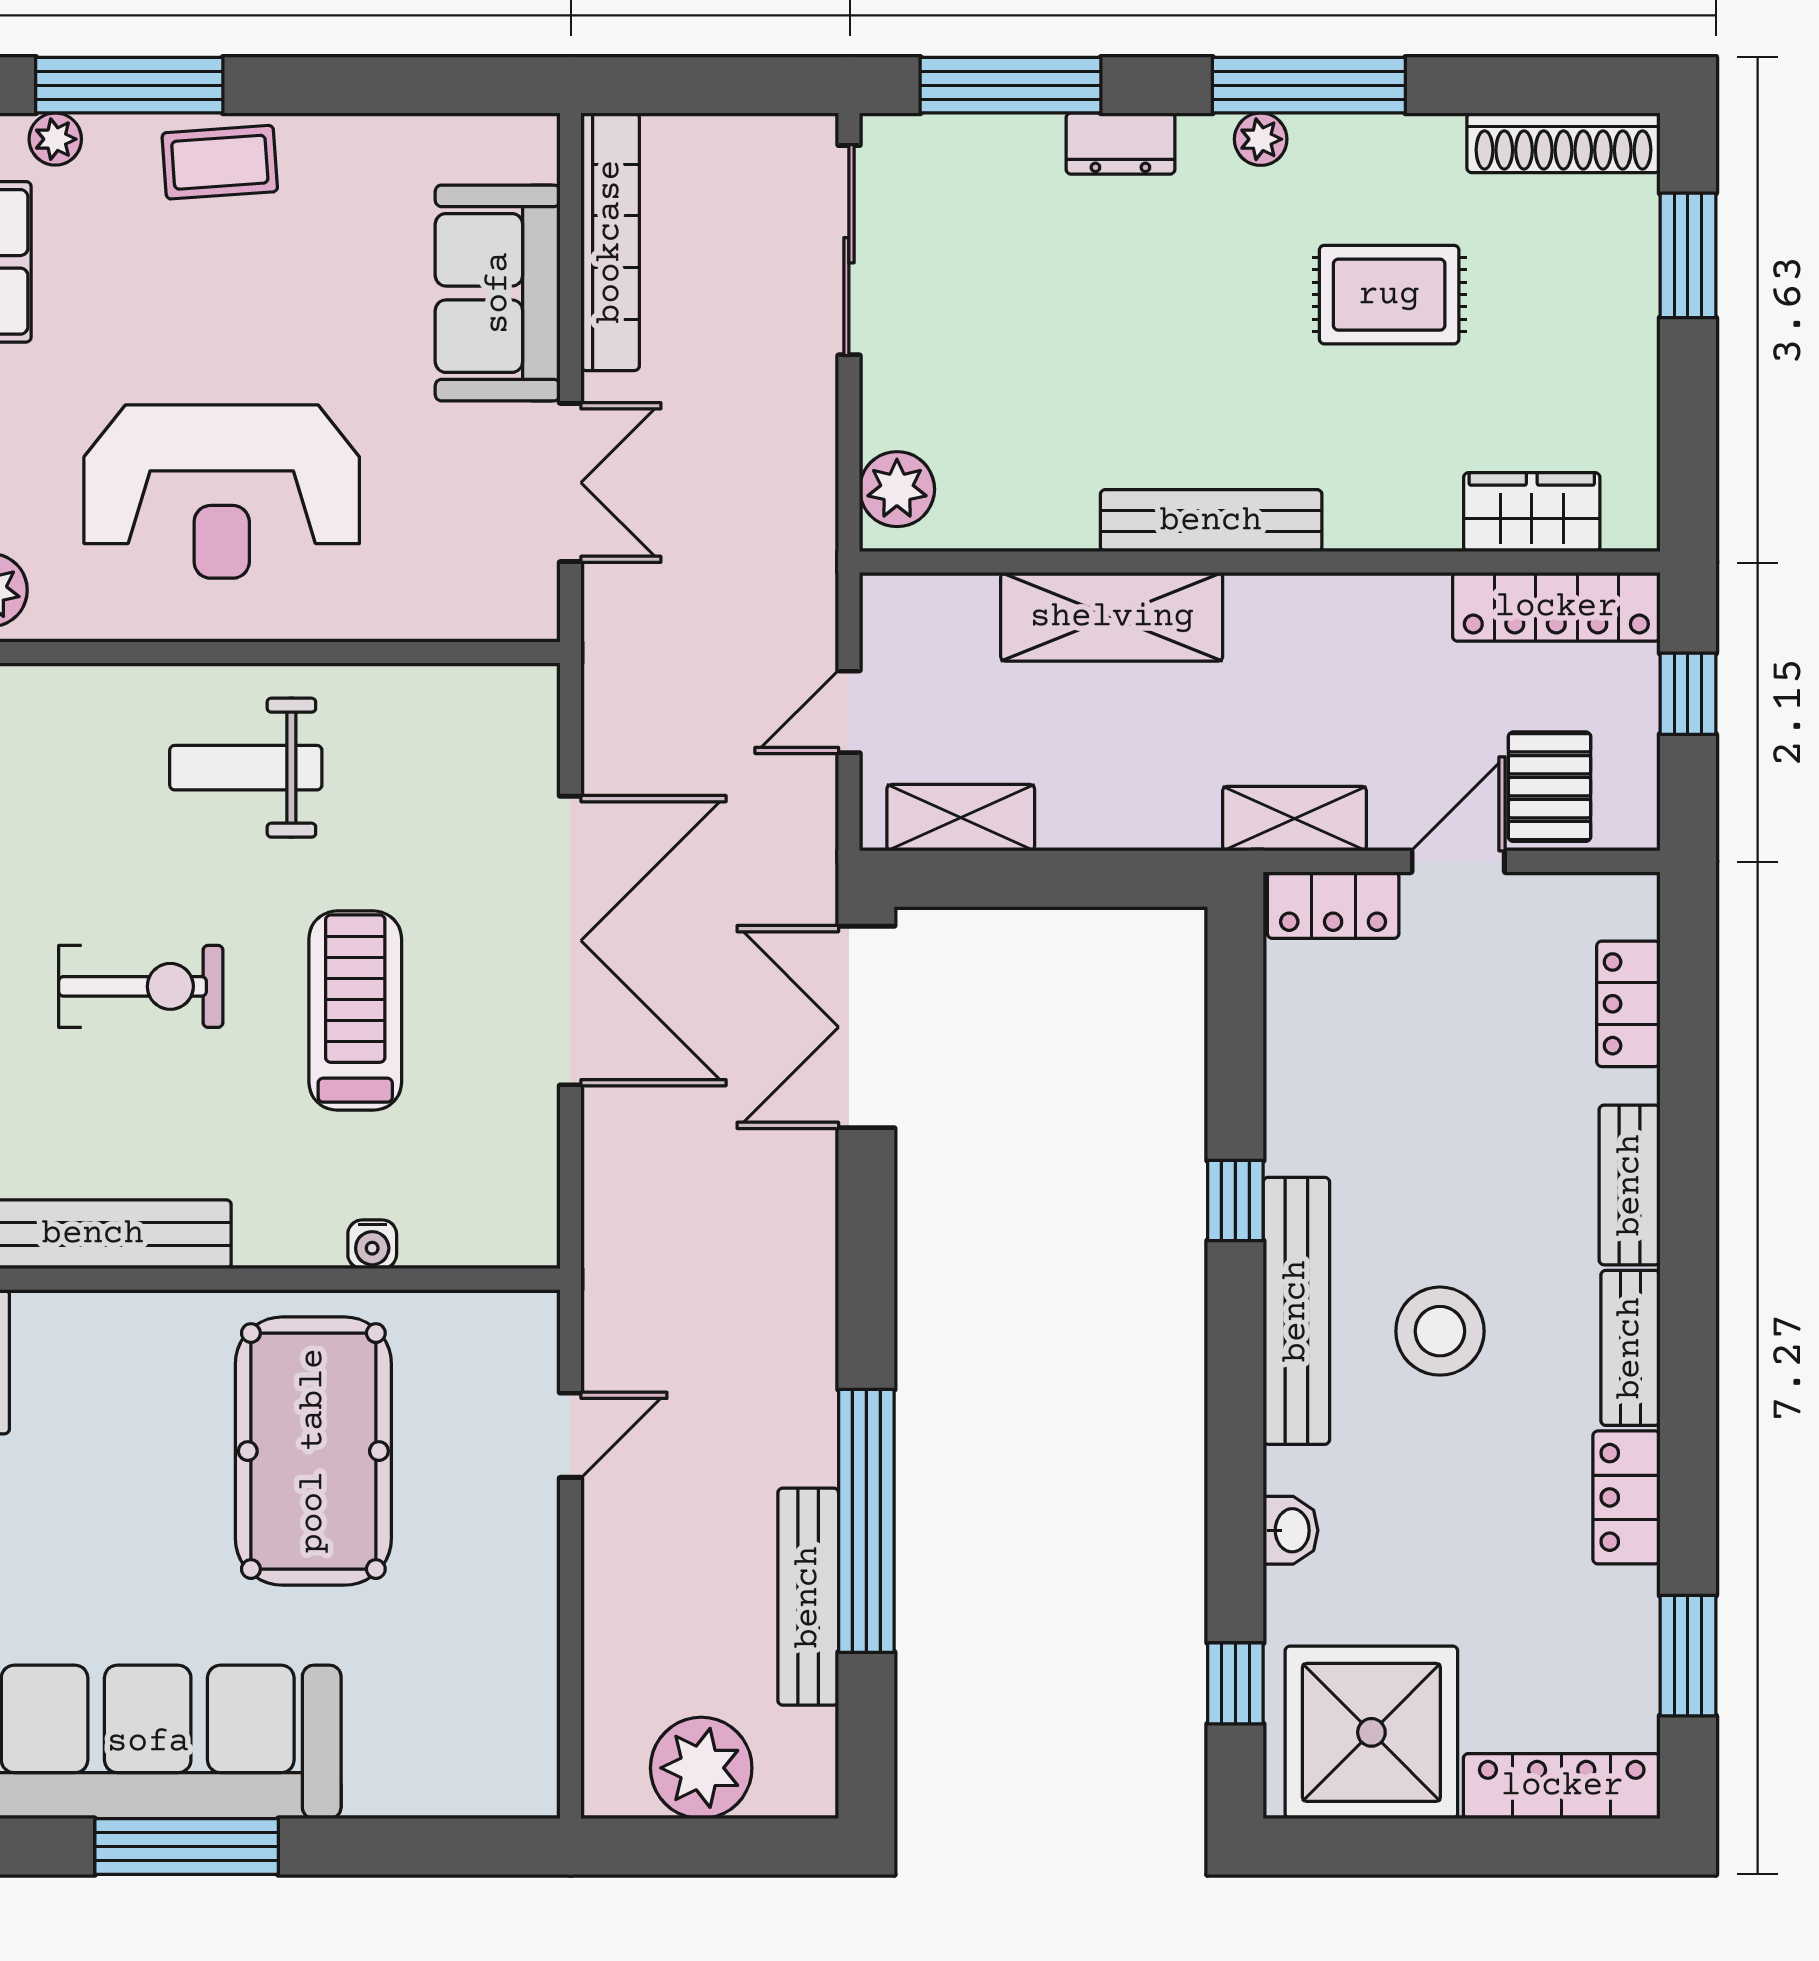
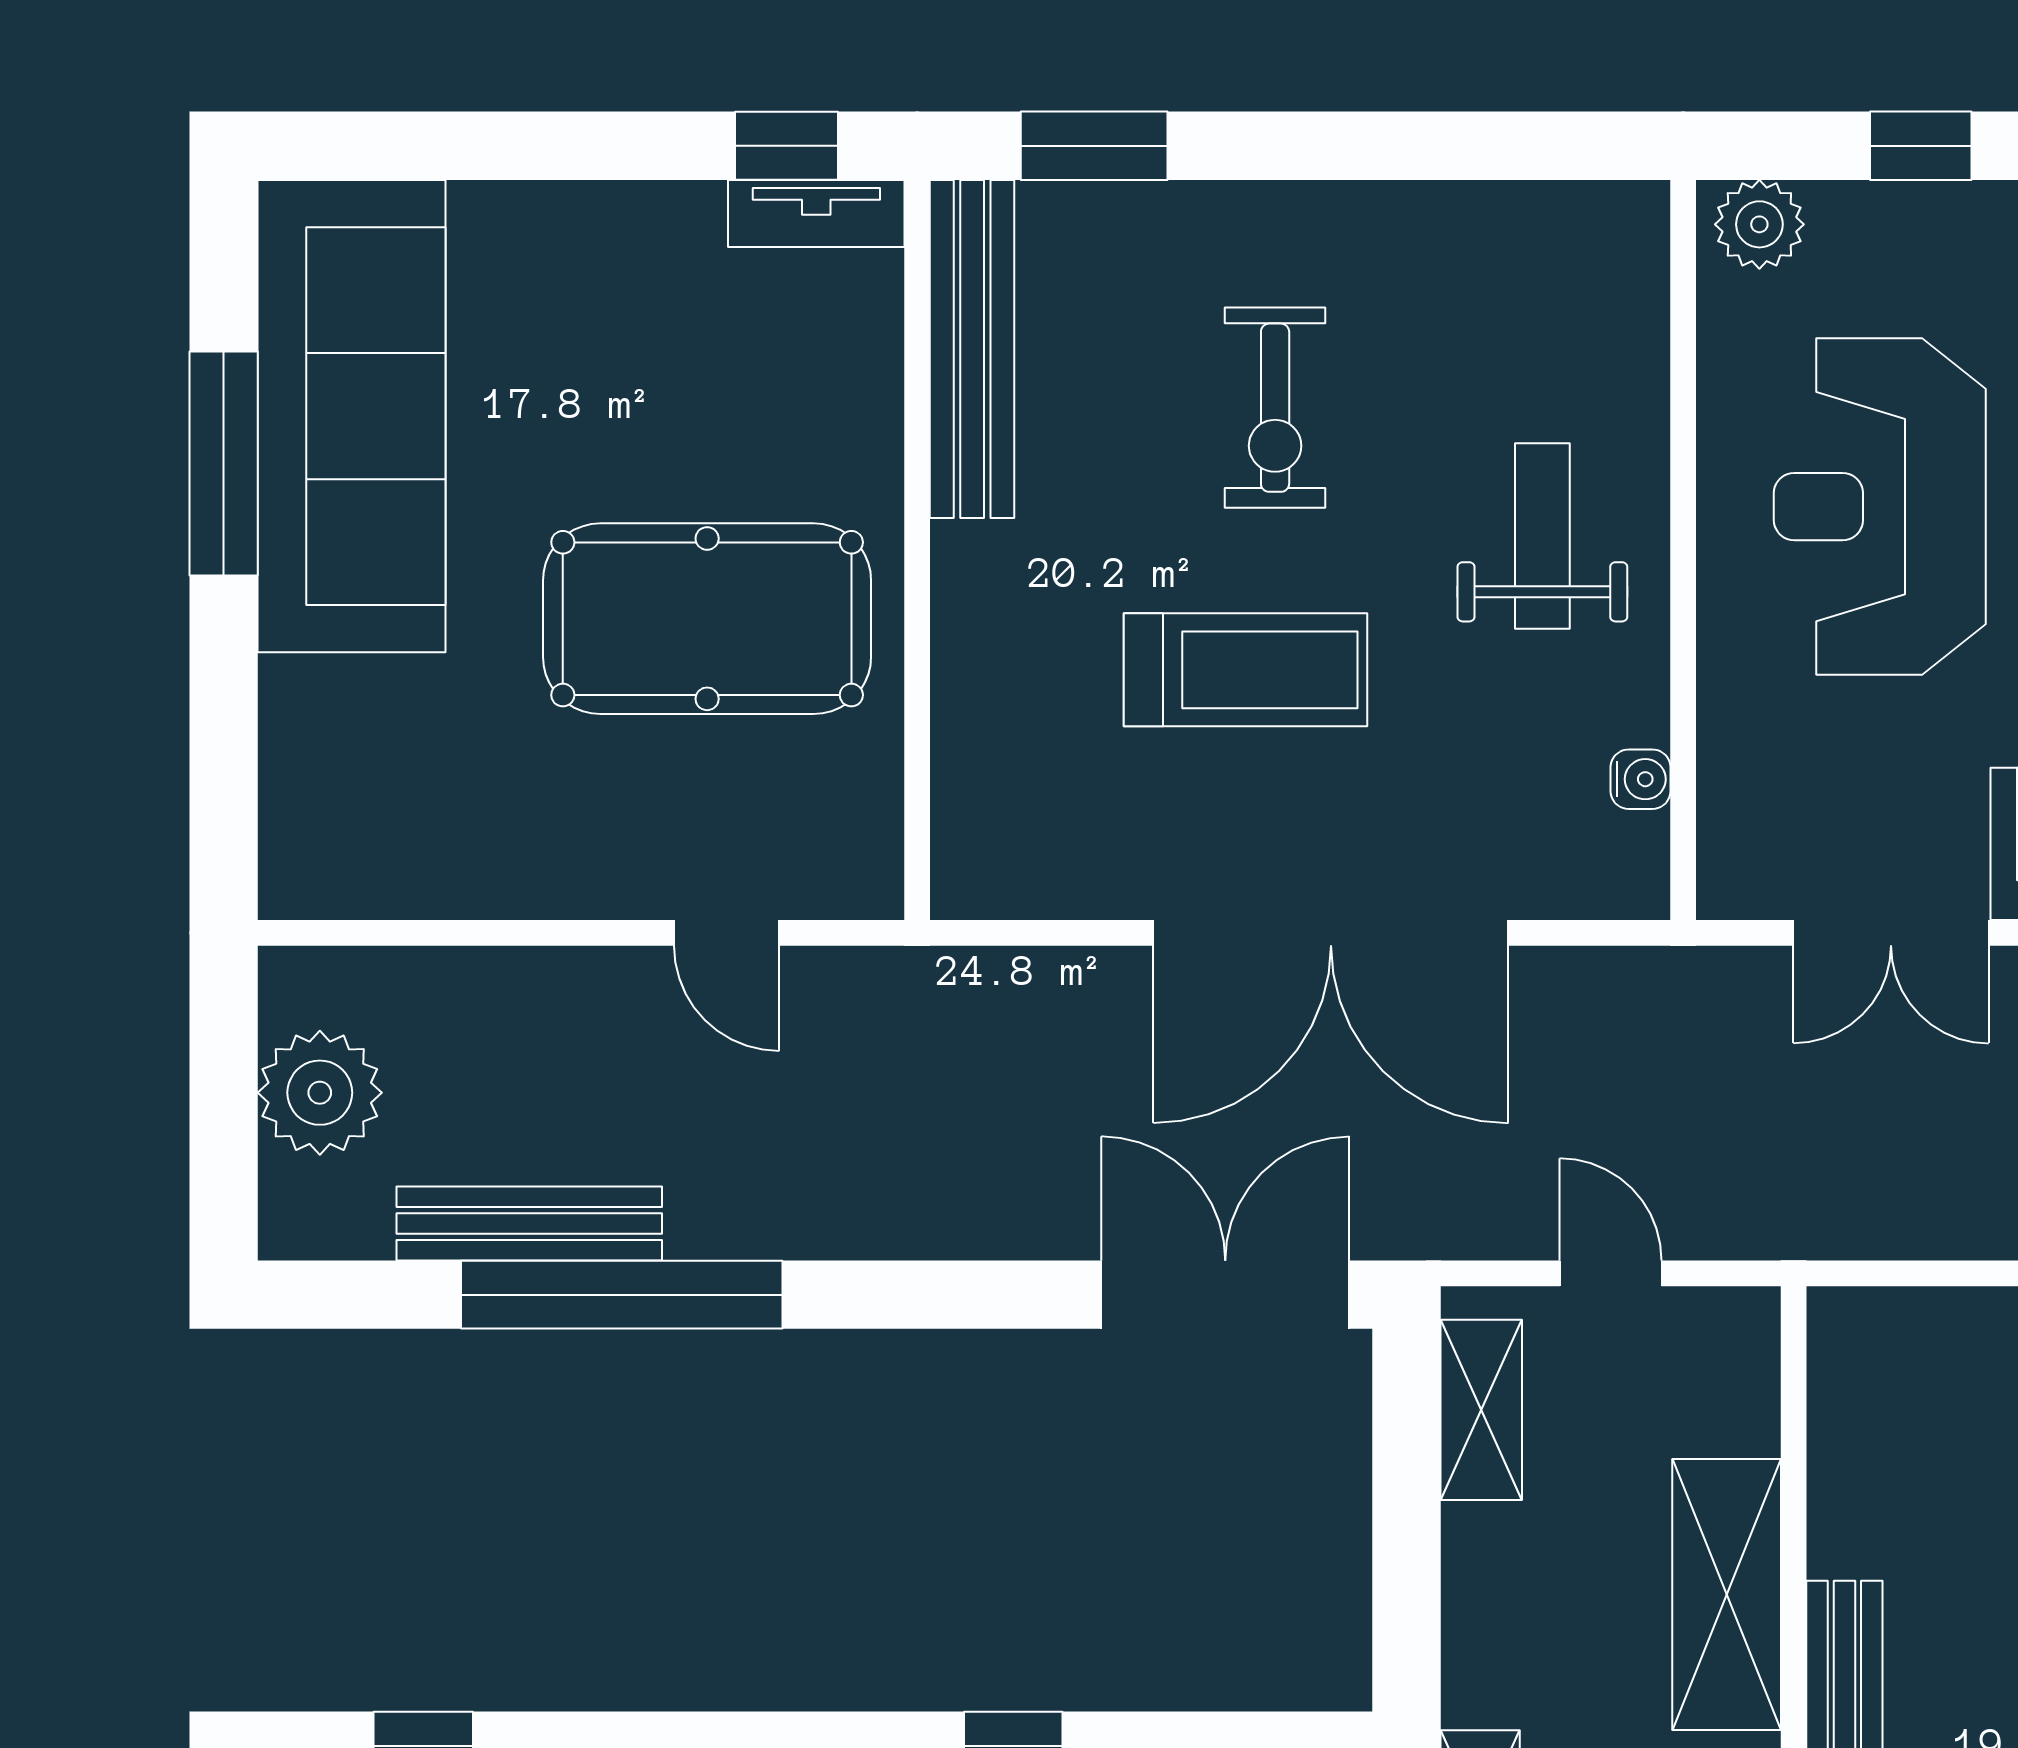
plant: (897, 489) -> (1883, 1332), removed
water cooler: (372, 1244) -> (1640, 779), moved, turned 180

